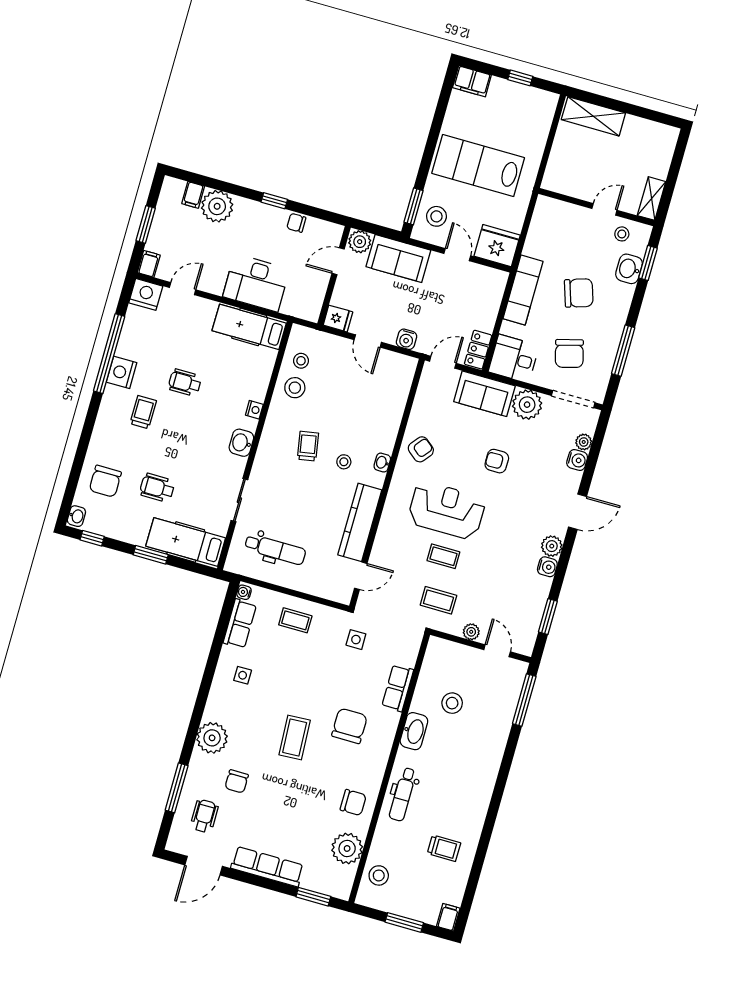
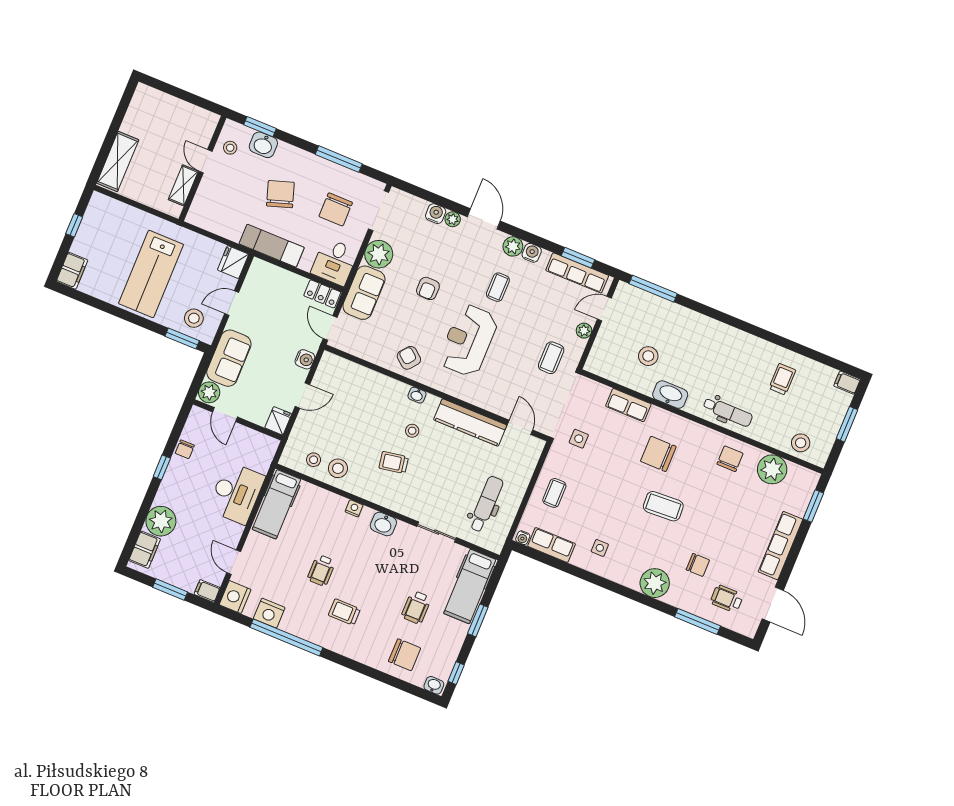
filing cabinet: (193, 195) -> (145, 550), width x2.00
shelving: (652, 199) -> (183, 185), moved, turned 90
fridge: (497, 246) -> (233, 262), width x0.73, depth x0.75
chair: (569, 354) -> (336, 209), turned 105
nightstand: (122, 372) -> (269, 613), moved
plant: (584, 442) -> (453, 219), moved
coffee table: (443, 556) -> (498, 287), moved
row of seats: (532, 618) -> (577, 273), added

